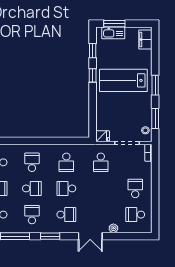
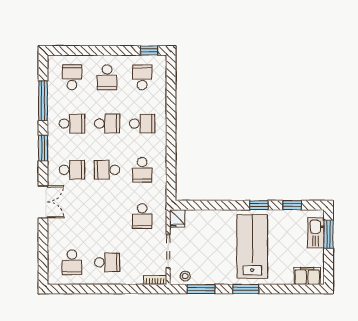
school desk: (66, 162) -> (142, 170), turned -90
school desk: (101, 162) -> (142, 216), turned -90
school desk: (32, 188) -> (107, 124), turned -90
school desk: (66, 188) -> (107, 170), turned -90
school desk: (66, 215) -> (72, 170), turned -90
school desk: (135, 215) -> (72, 262), turned 180
plant: (113, 228) -> (54, 233), removed
double door: (90, 236) -> (43, 202), swing flipped

